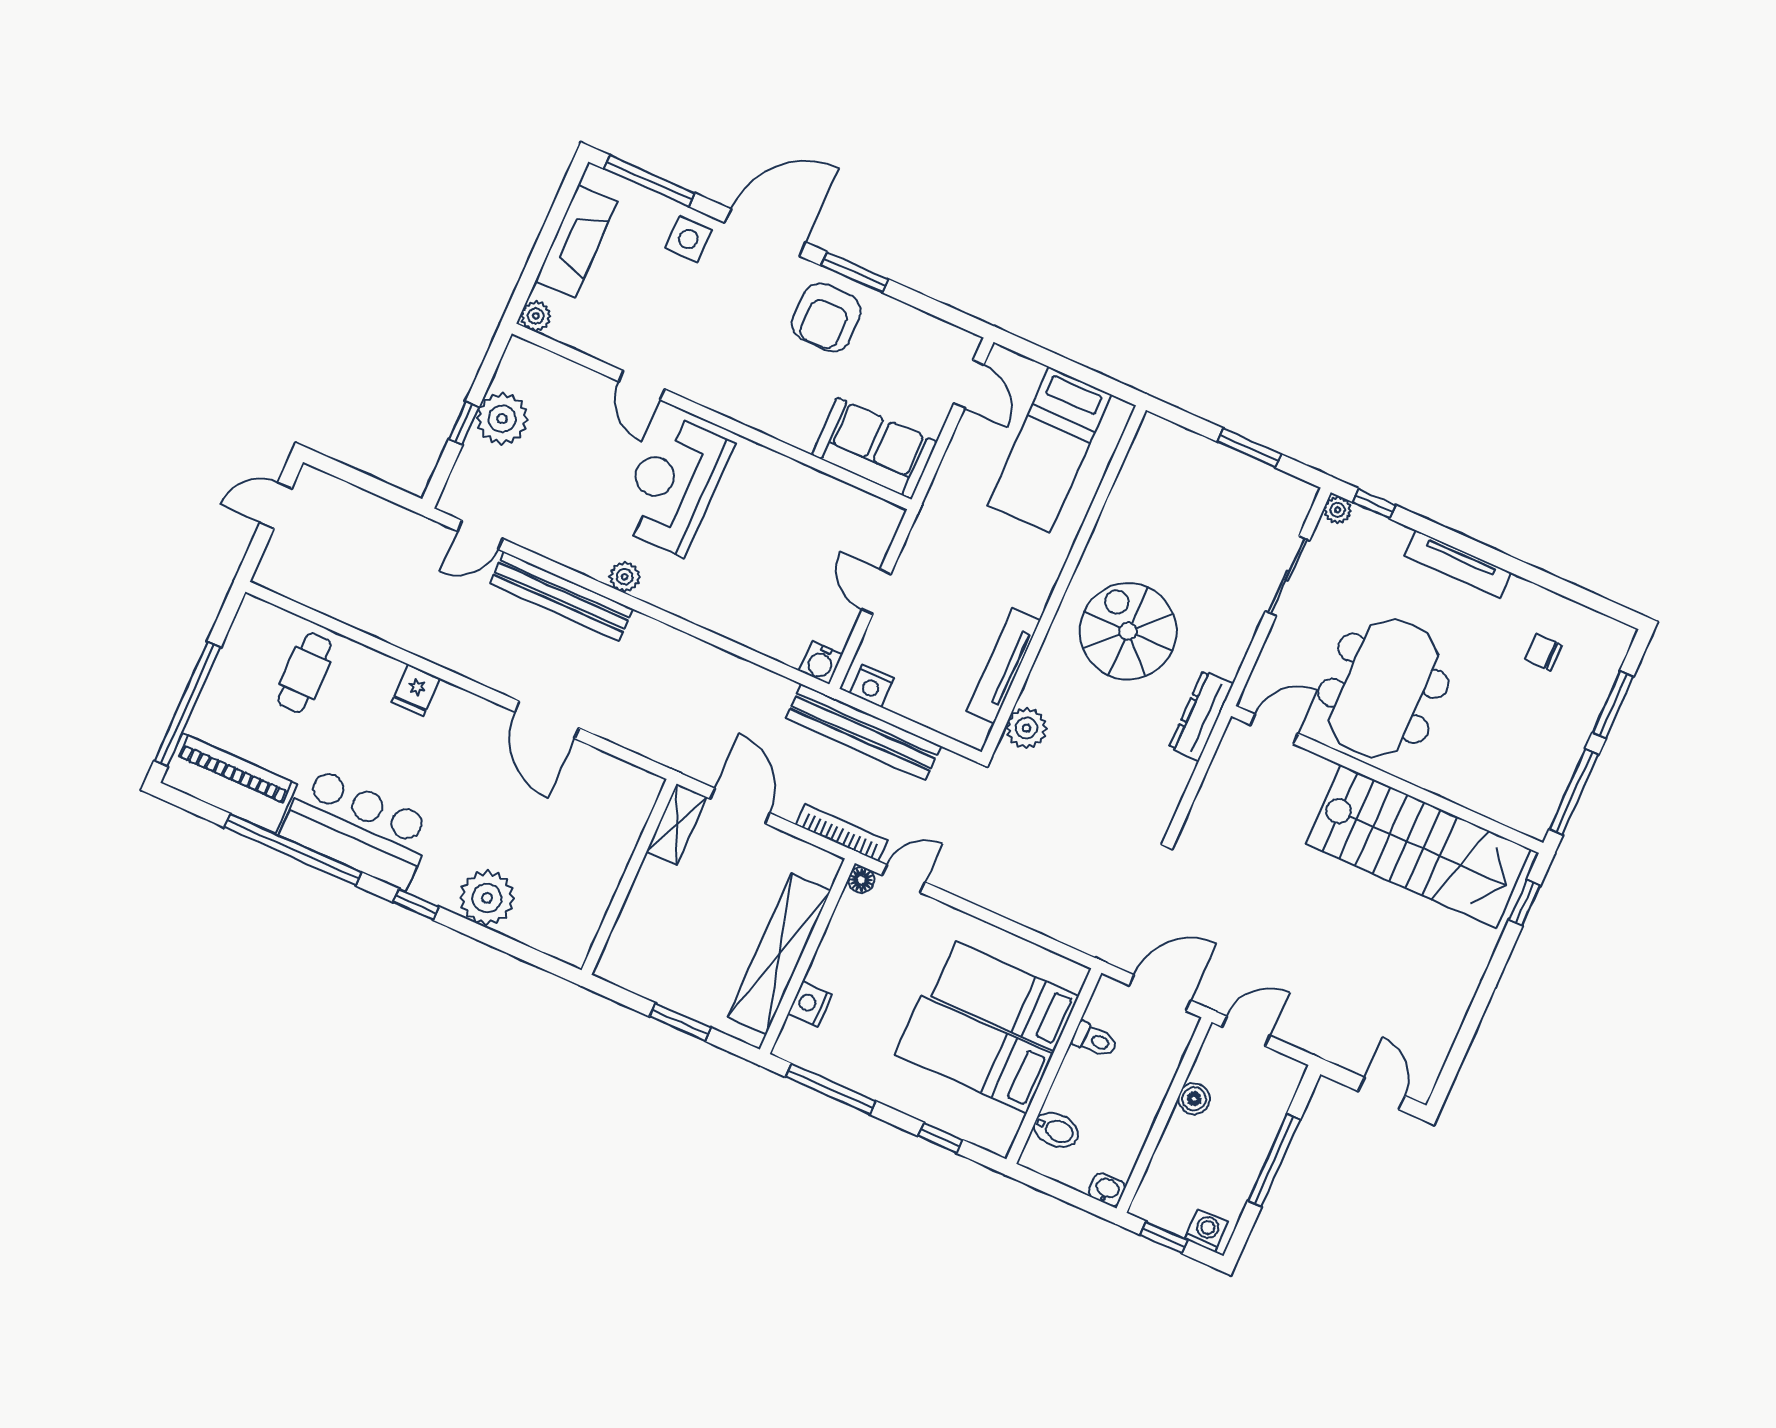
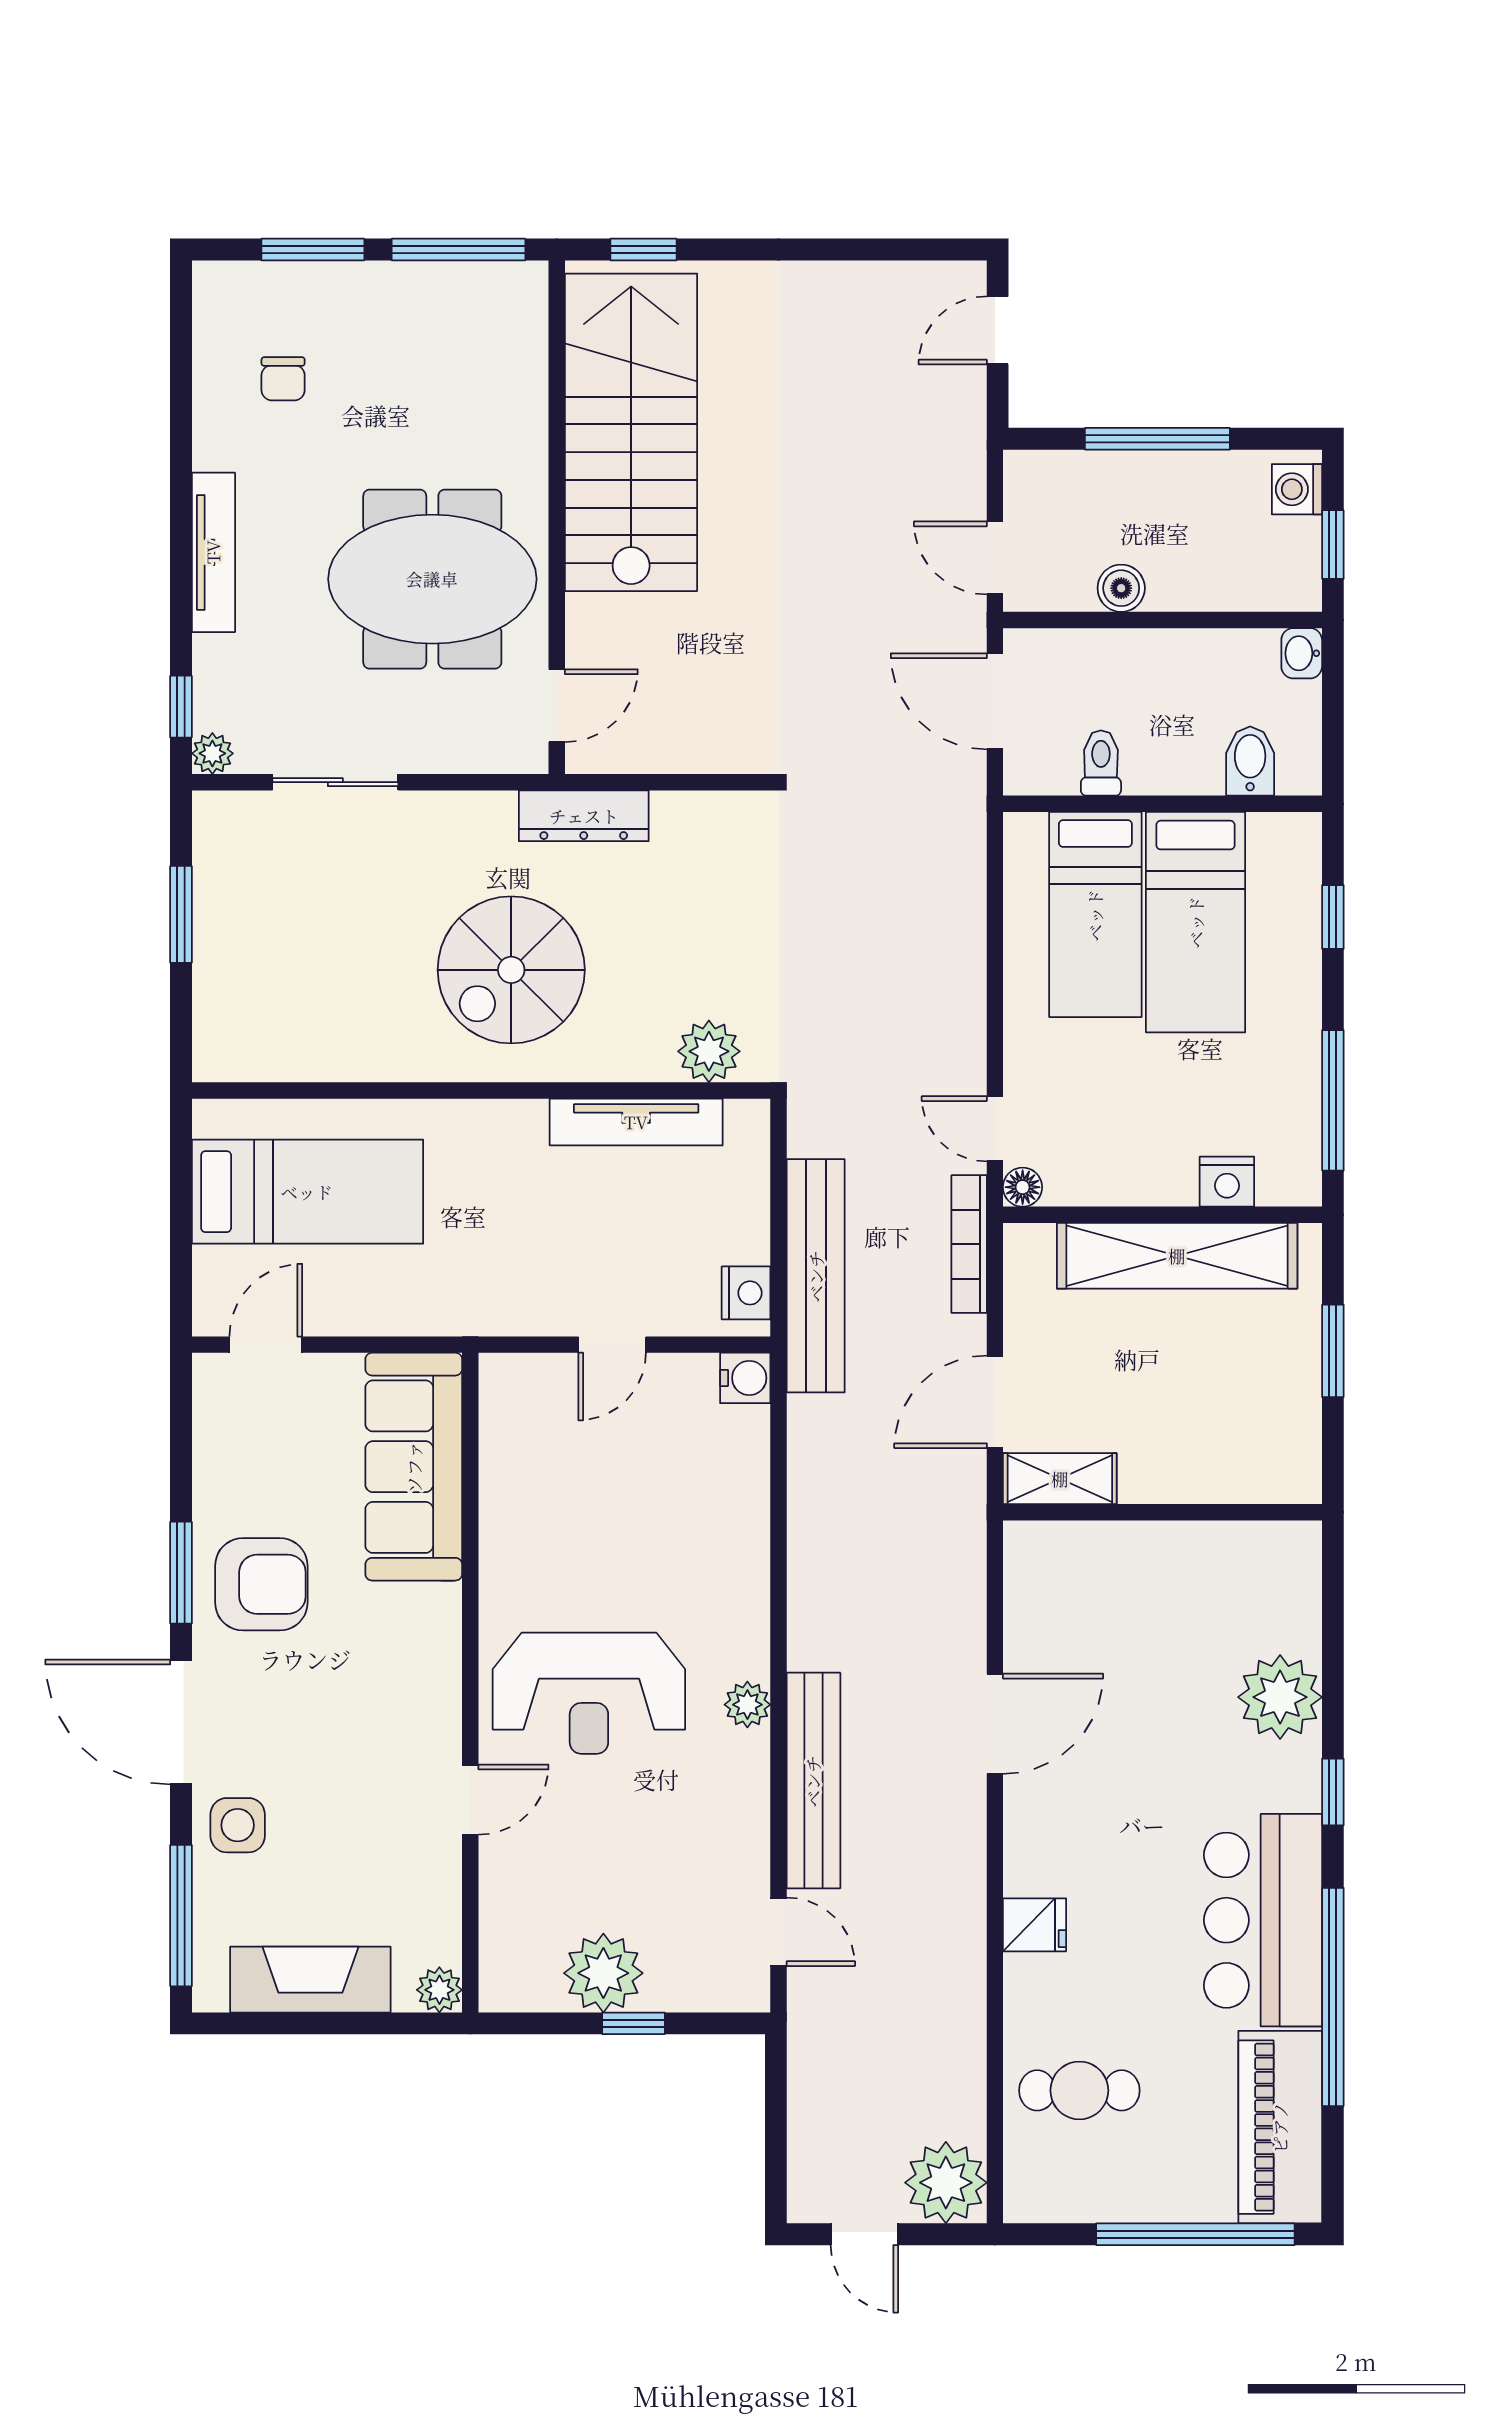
sofa: (874, 448) -> (414, 1467), width x1.36
plant: (285, 568) -> (946, 2183), added
door: (1274, 729) -> (557, 706), swing flipped

